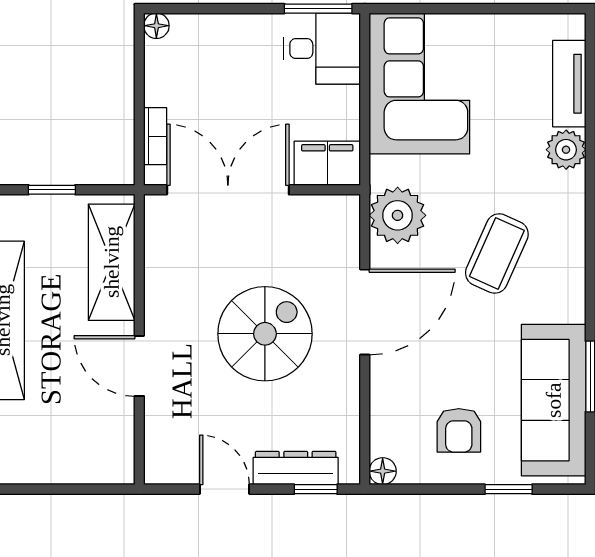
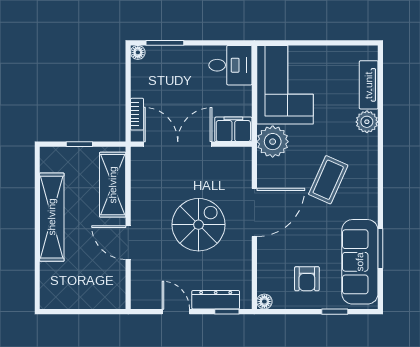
window: (318, 9) -> (165, 43), moved
plant: (398, 215) -> (273, 142), moved

